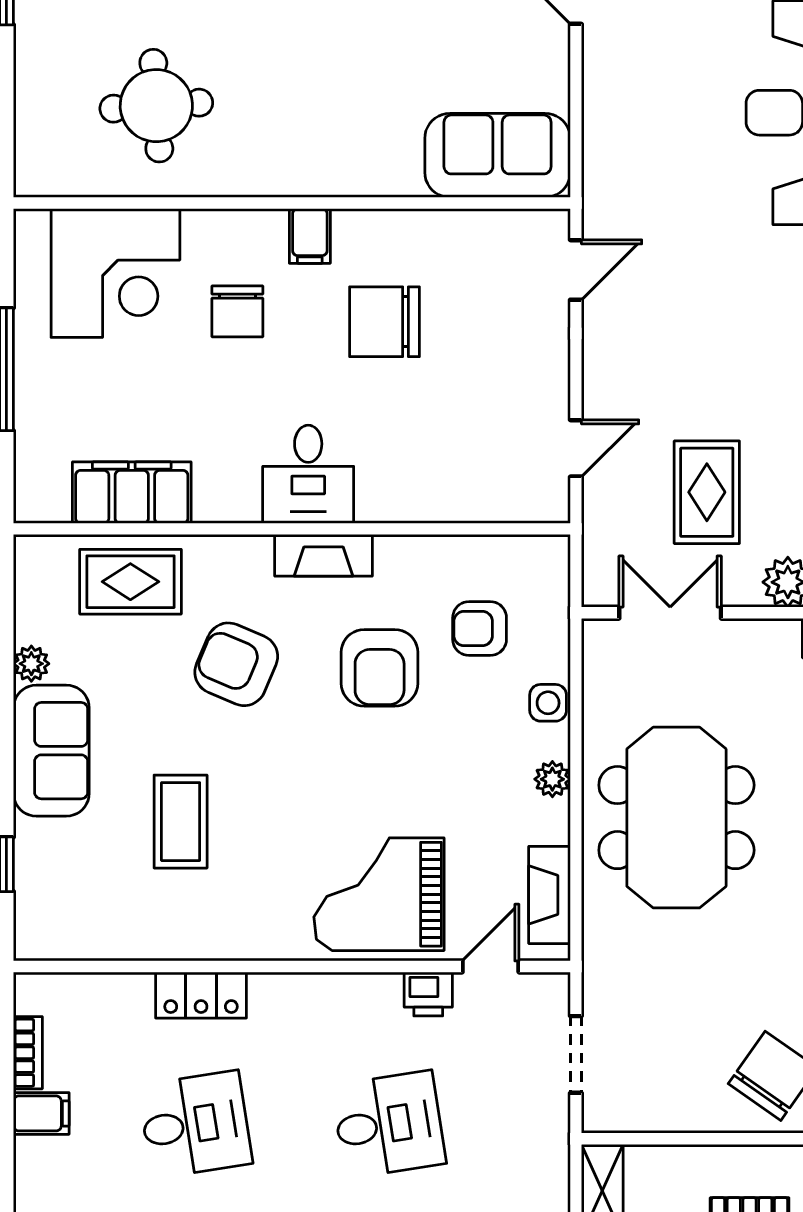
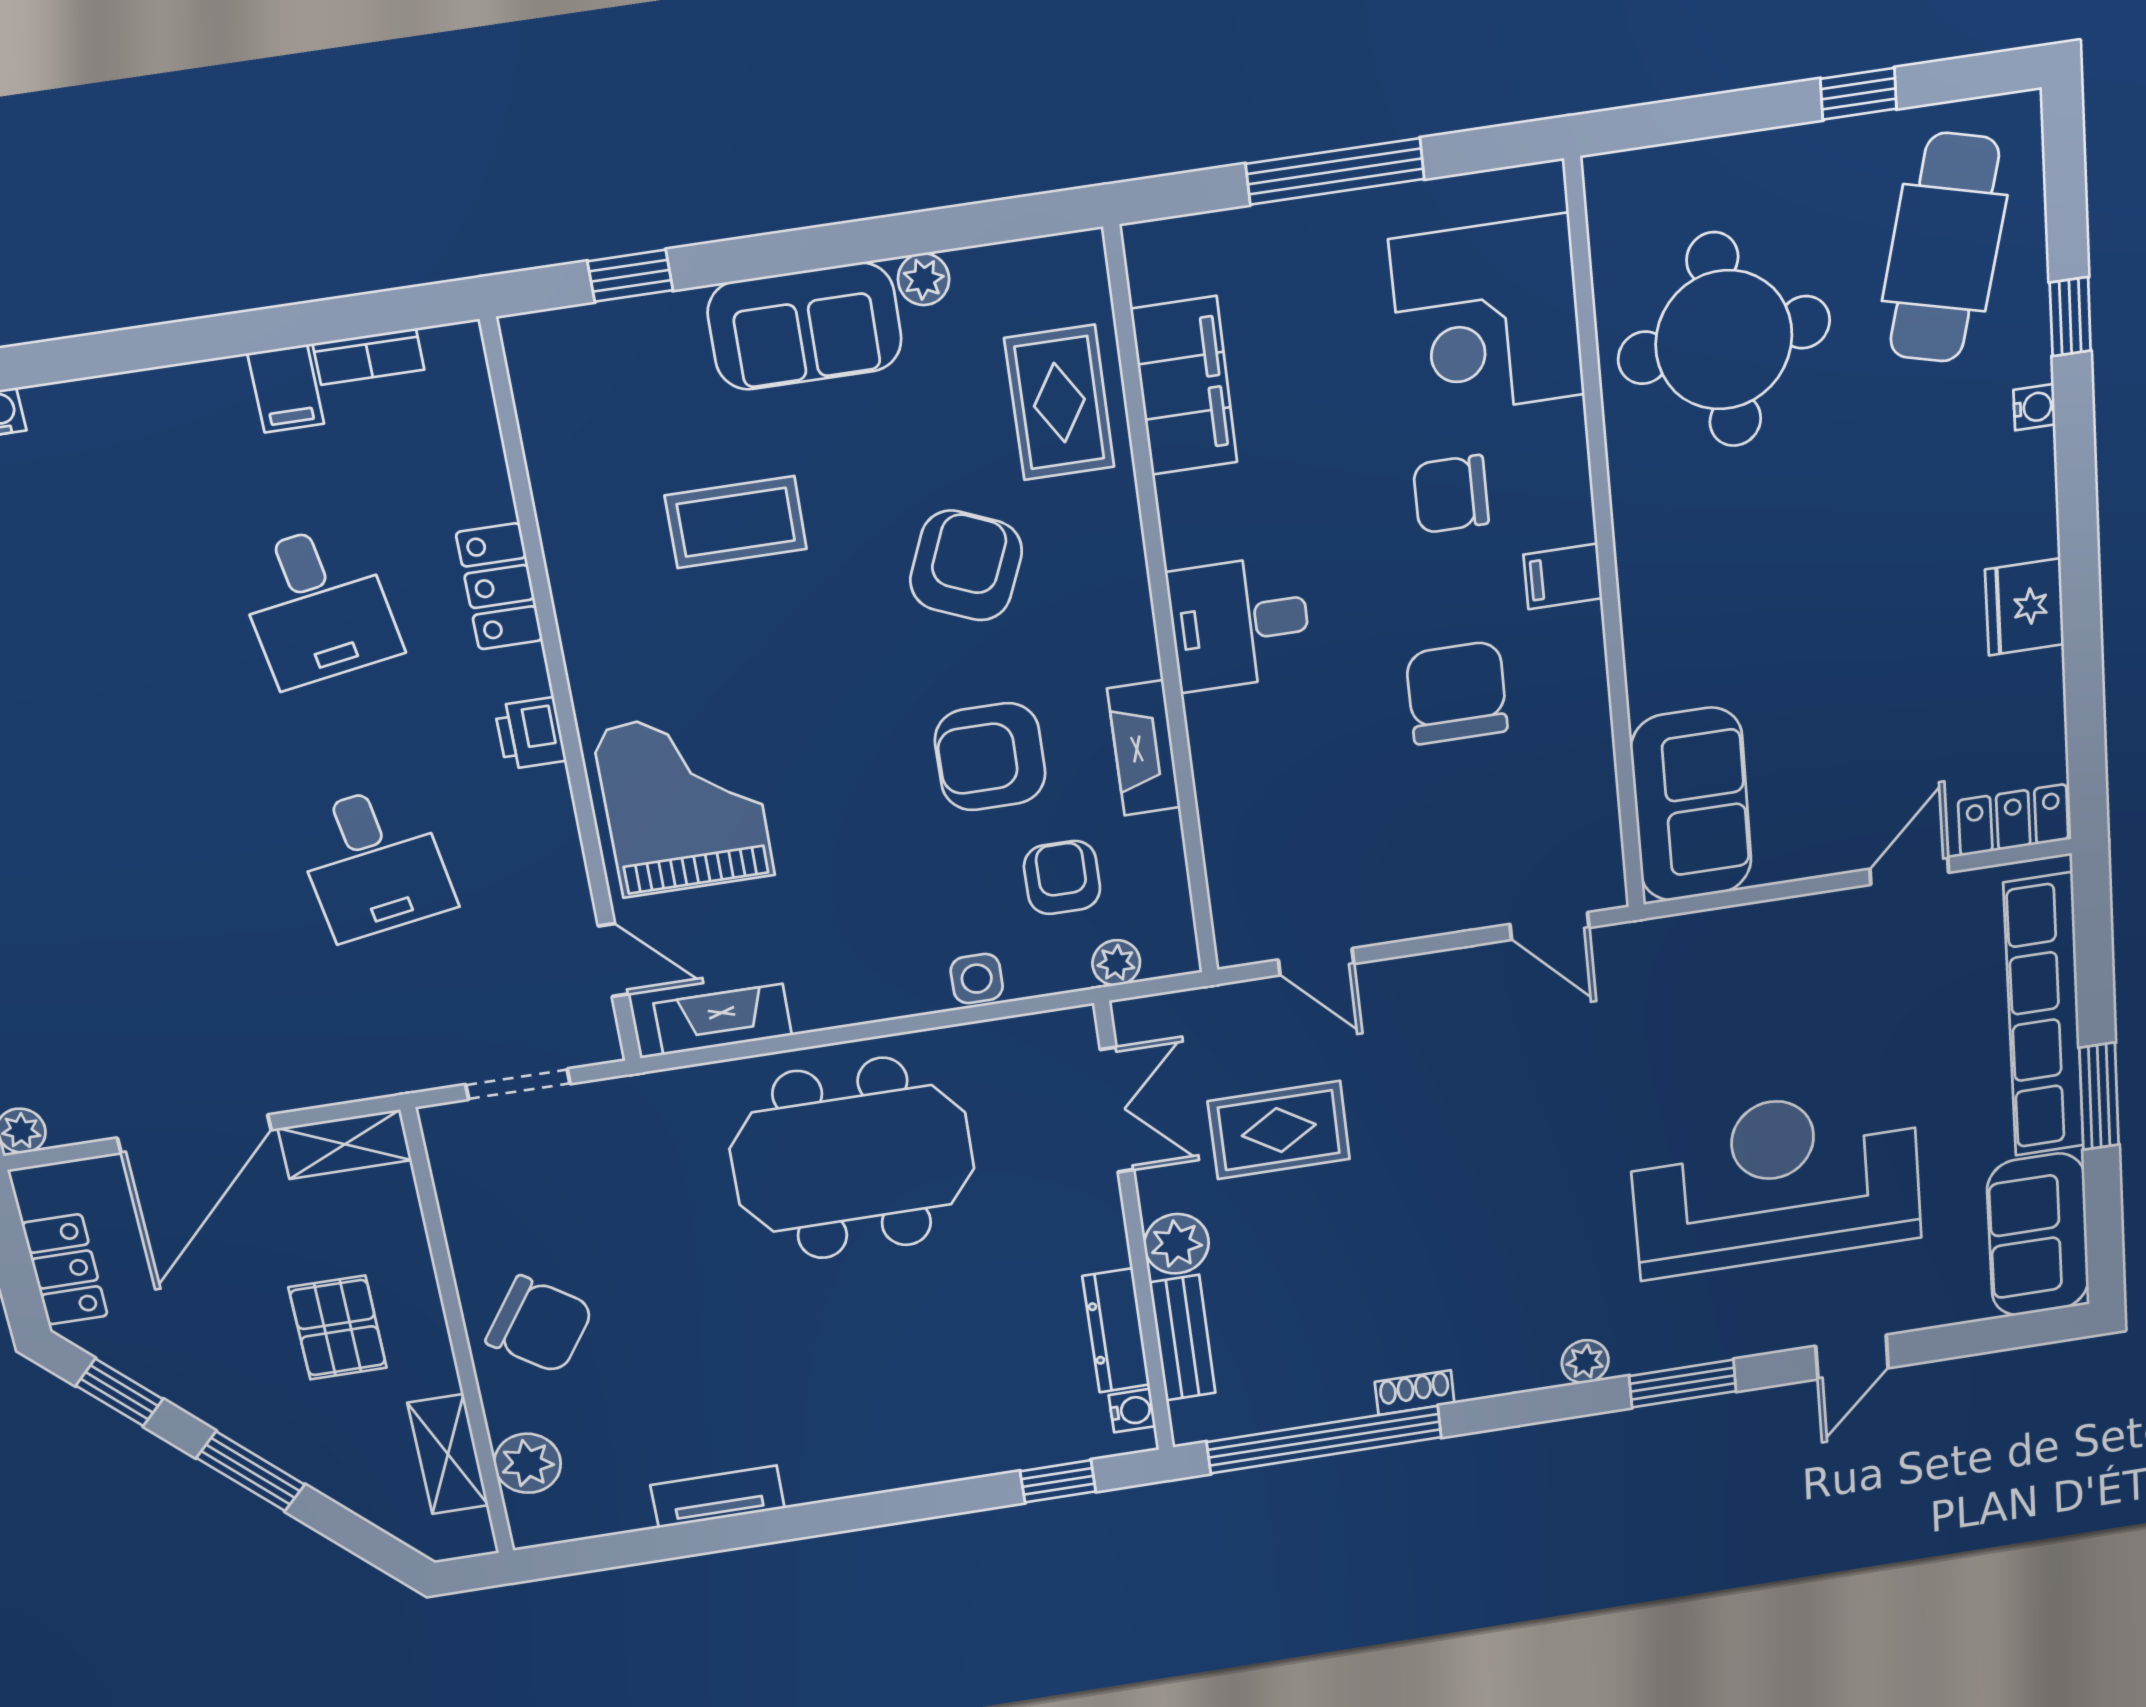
round table: (156, 106) -> (1724, 340), width x1.36, depth x1.36
fireplace: (323, 555) -> (1144, 748), moved
plant: (552, 779) -> (1116, 963), moved
printer: (428, 994) -> (530, 733), moved

